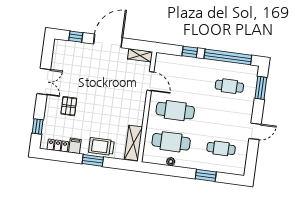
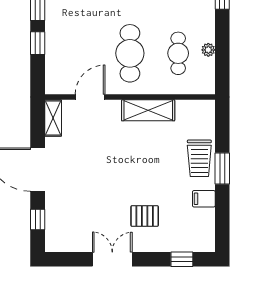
cafe table: (171, 142) -> (178, 53), width x0.73, depth x0.74
shelving: (133, 143) -> (148, 110), moved
locker: (58, 146) -> (207, 225), removed

